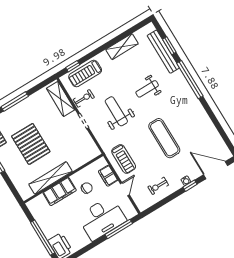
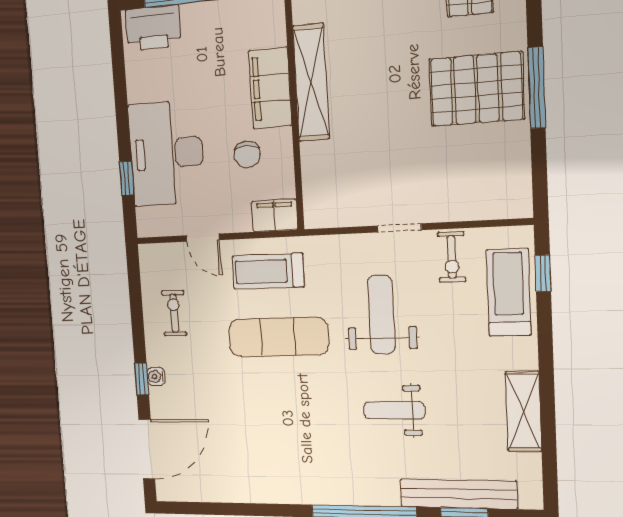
weight bench: (147, 89) -> (394, 410), turned -90
shelving: (61, 99) -> (480, 203), removed
weight bench: (116, 111) -> (381, 315), turned -90
exercise mat: (164, 138) -> (278, 337), moved
pallet: (31, 144) -> (476, 89), moved
filing cabinet: (108, 176) -> (275, 216), moved
window: (119, 229) -> (127, 178), width x0.46

